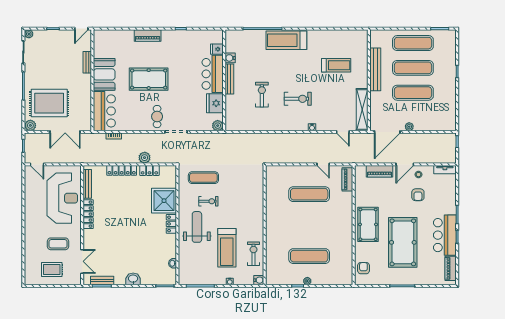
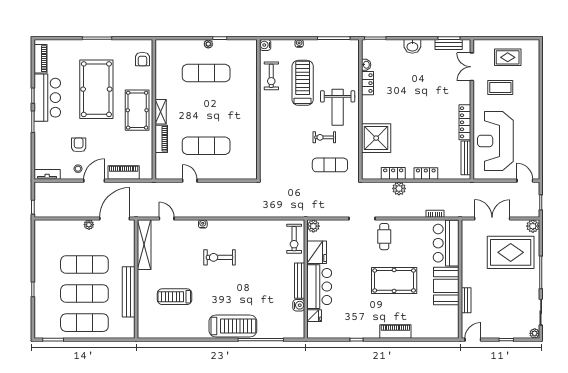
exercise bike: (262, 95) -> (294, 239), moved
locker: (122, 170) -> (426, 173), width x0.66
piano: (347, 179) -> (161, 139), moved
shelving: (348, 223) -> (161, 112), added
locker: (171, 224) -> (368, 83), moved

